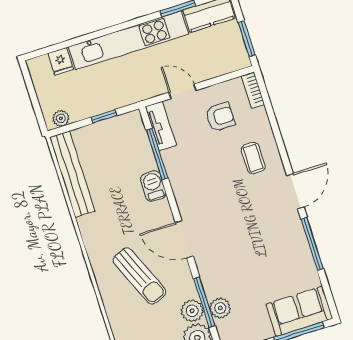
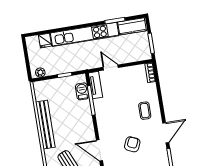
armchair: (220, 117) -> (132, 144), moved, turned -66
bench: (72, 174) -> (45, 125), moved
barbecue: (153, 186) -> (82, 91), moved

